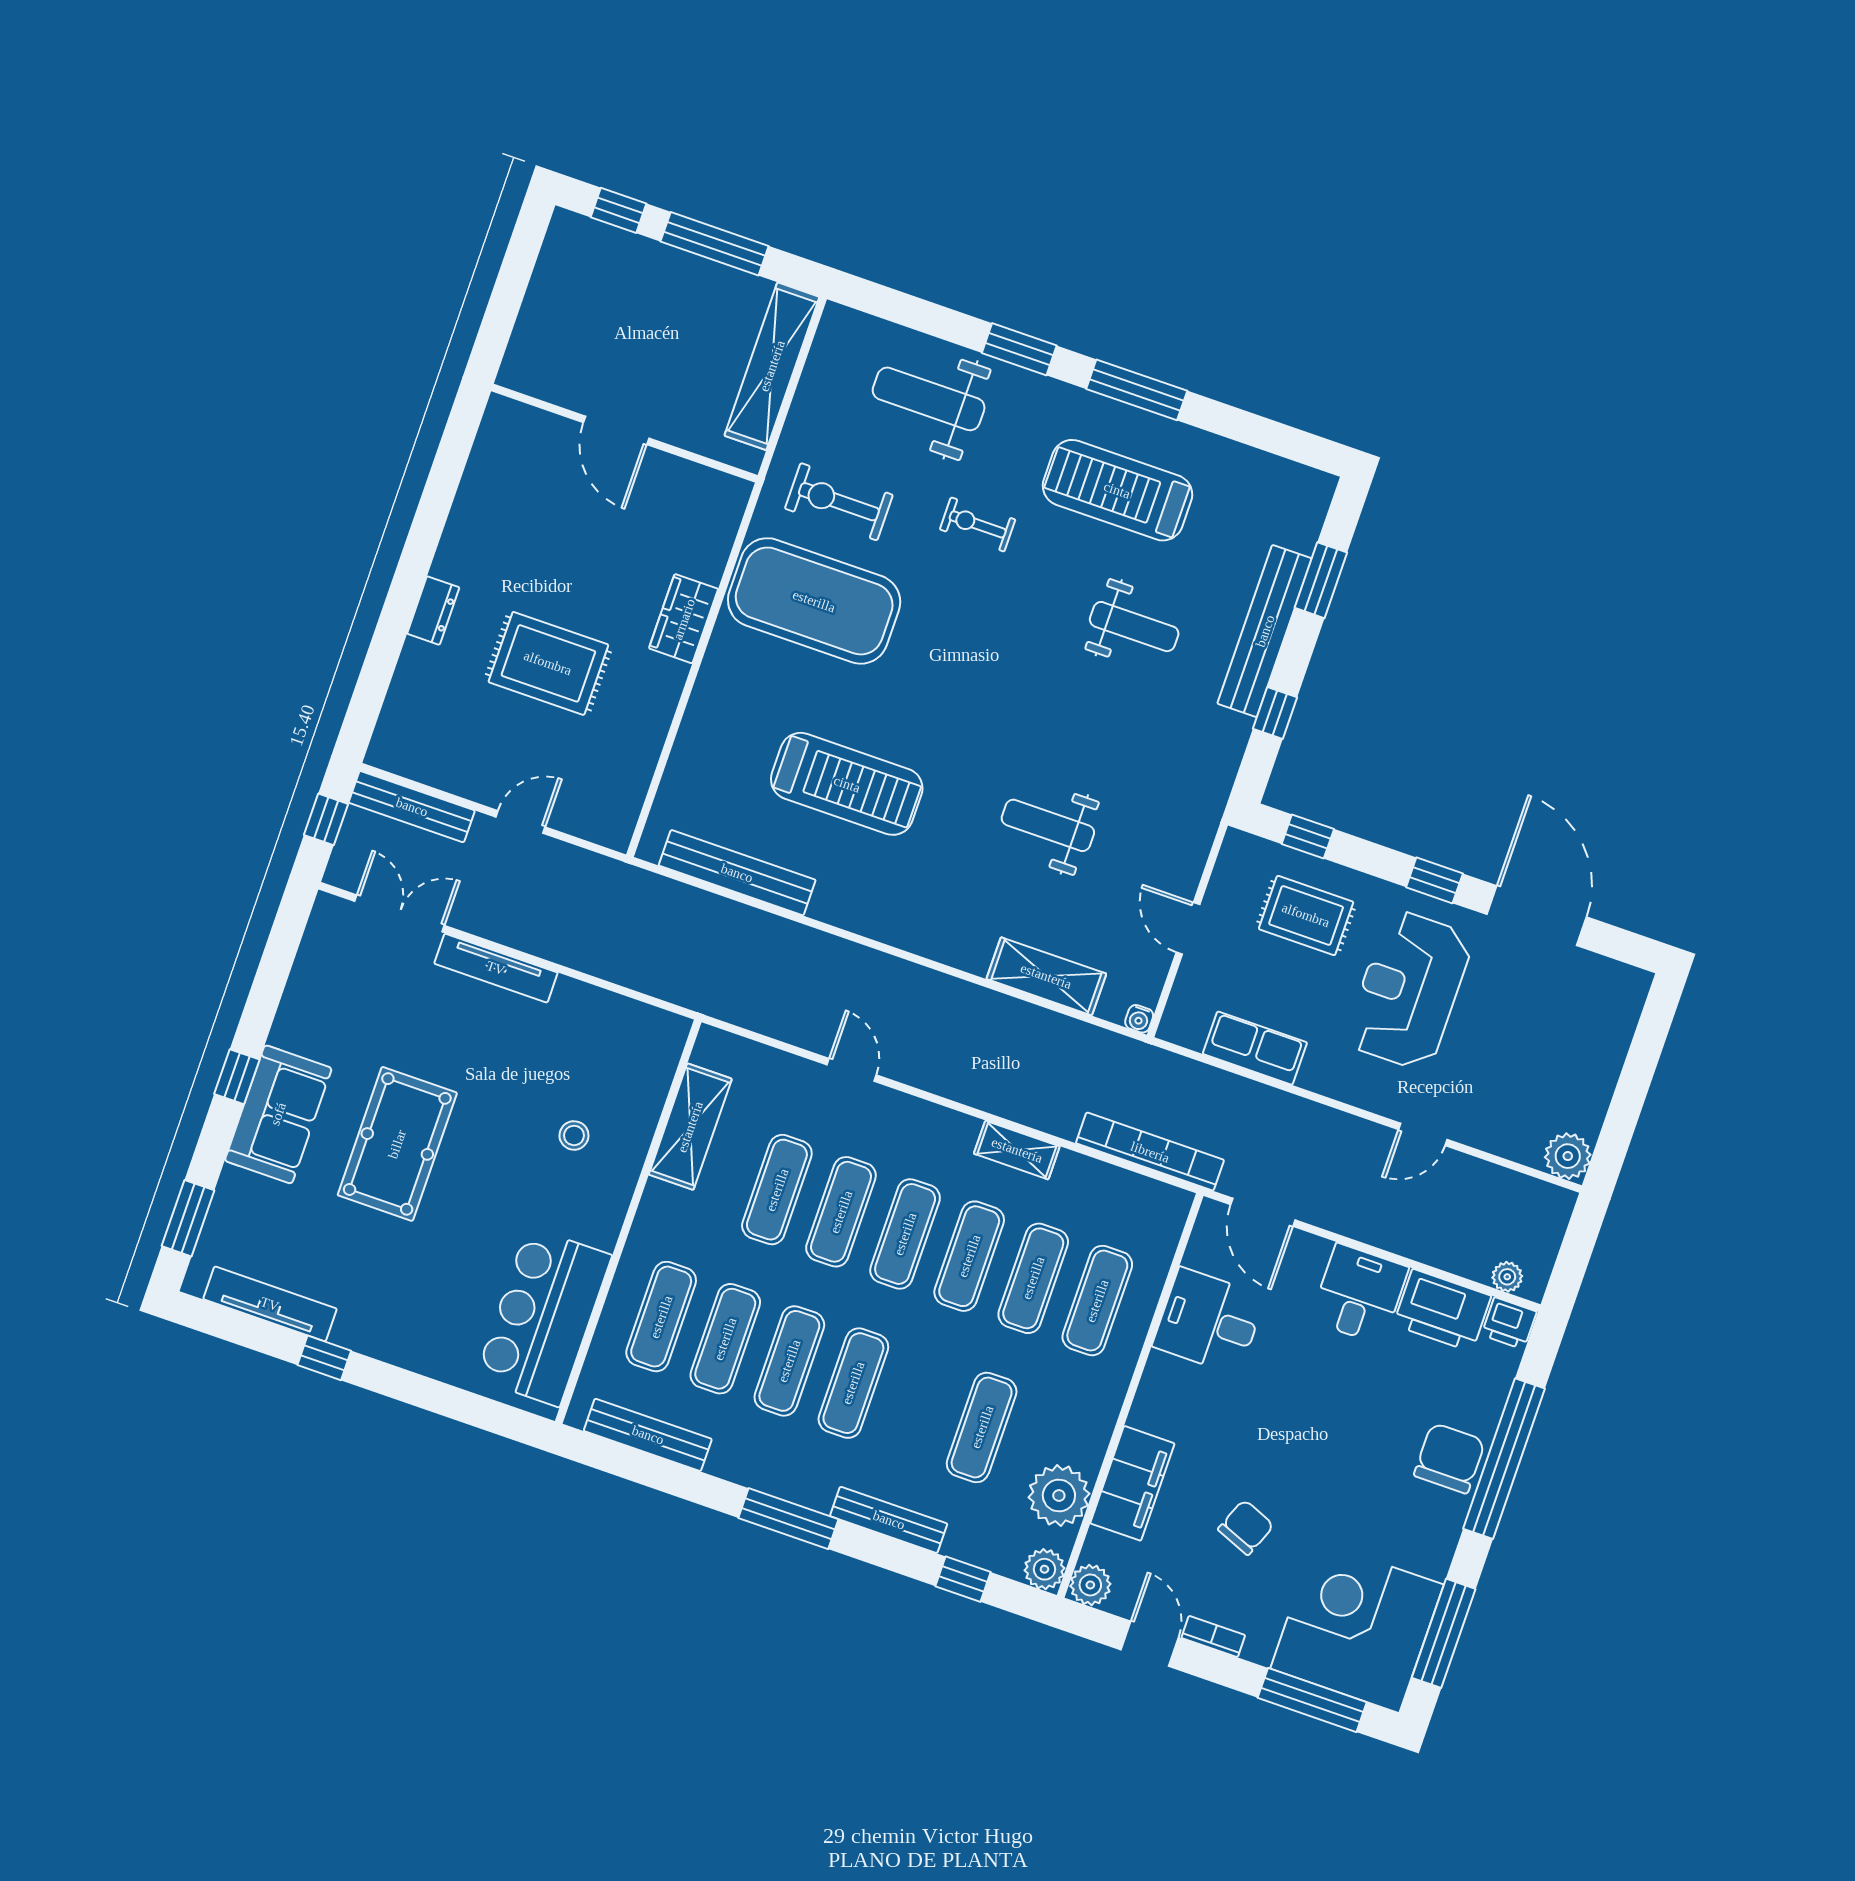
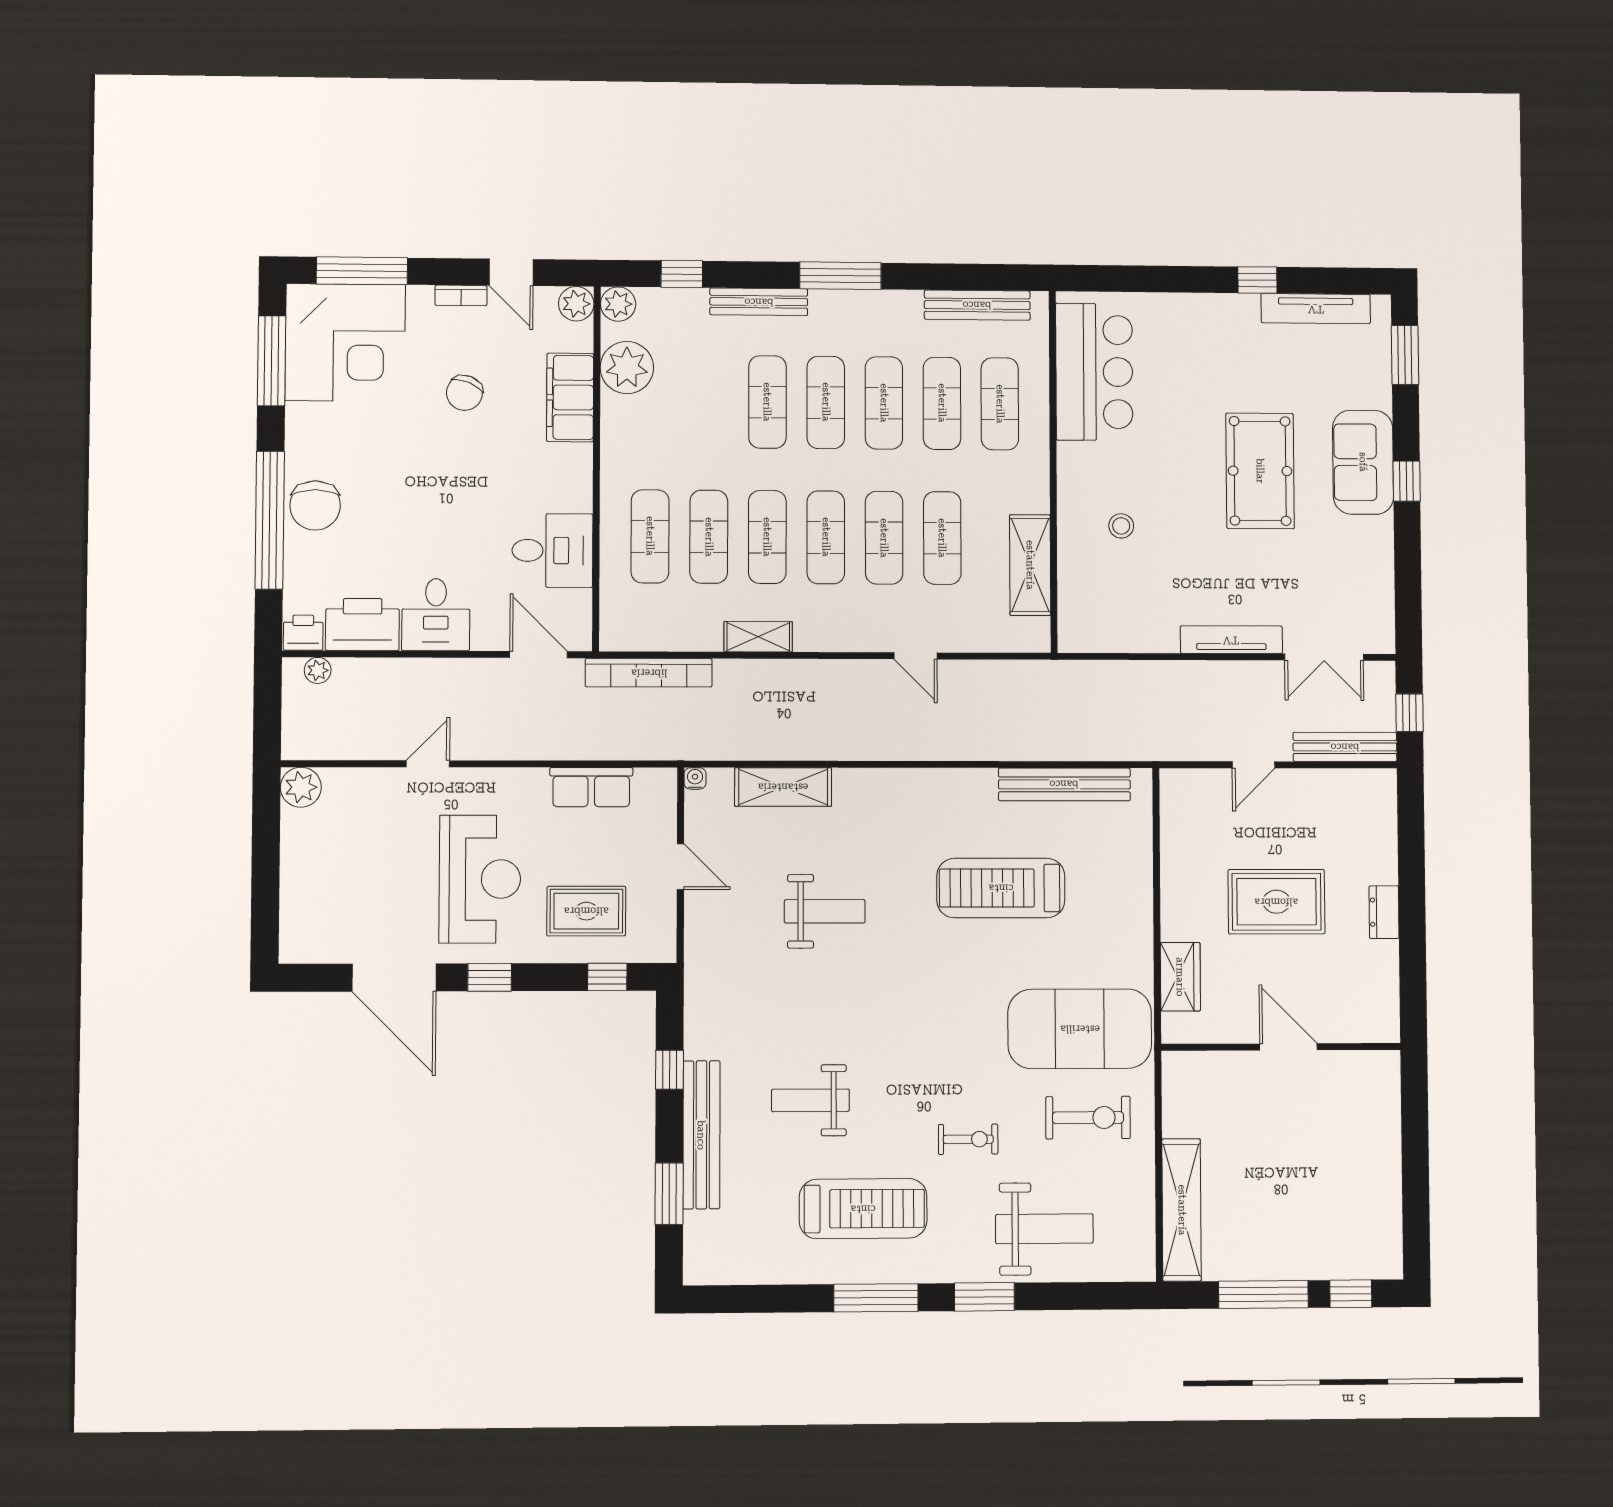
door: (616, 430) -> (1288, 1047), moved
wall: (624, 433) -> (1281, 1047), moved
exercise mat: (982, 1427) -> (767, 402), moved

